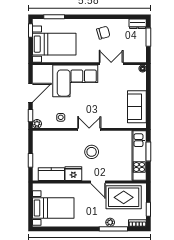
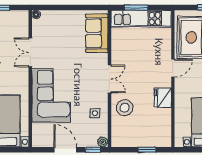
sofa: (137, 107) -> (97, 33), moved, turned 90
double door: (89, 129) -> (109, 79), swing flipped
stool: (92, 152) -> (125, 108), moved
kitchen counter: (51, 174) -> (163, 124), removed

